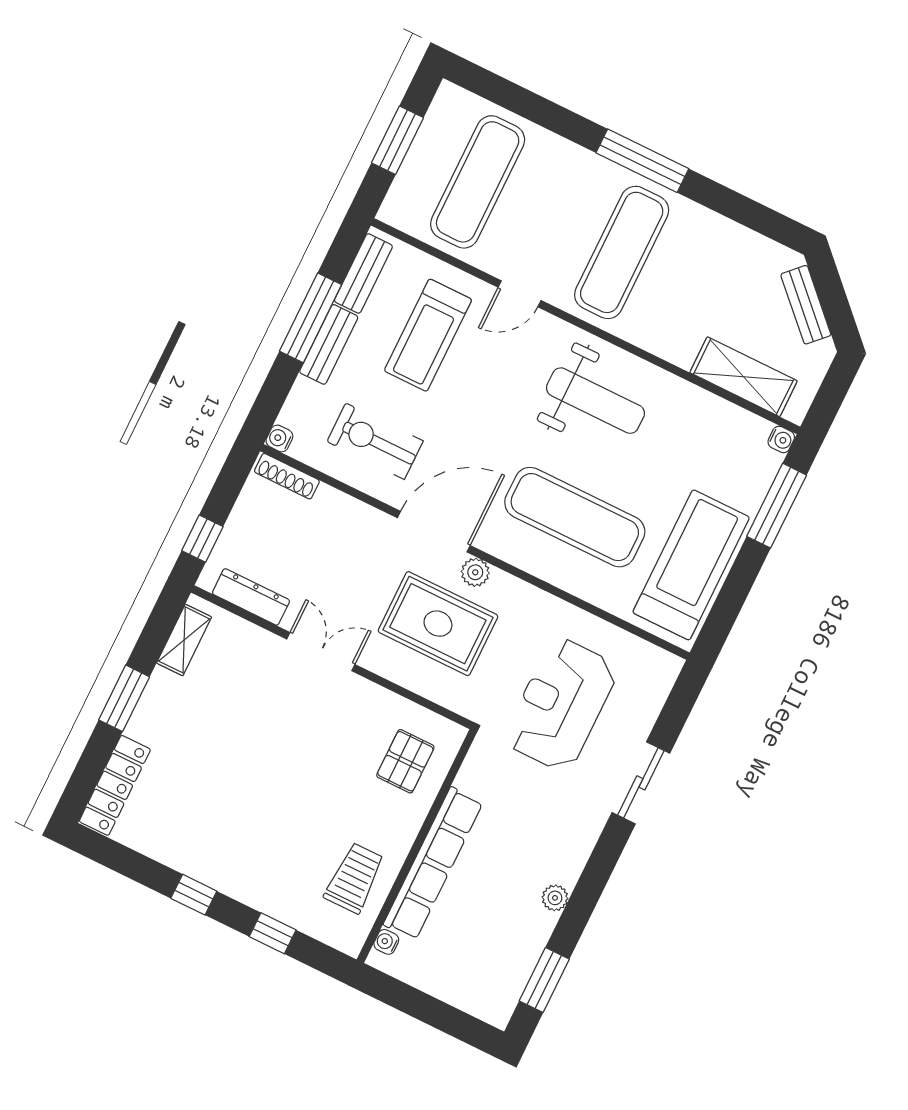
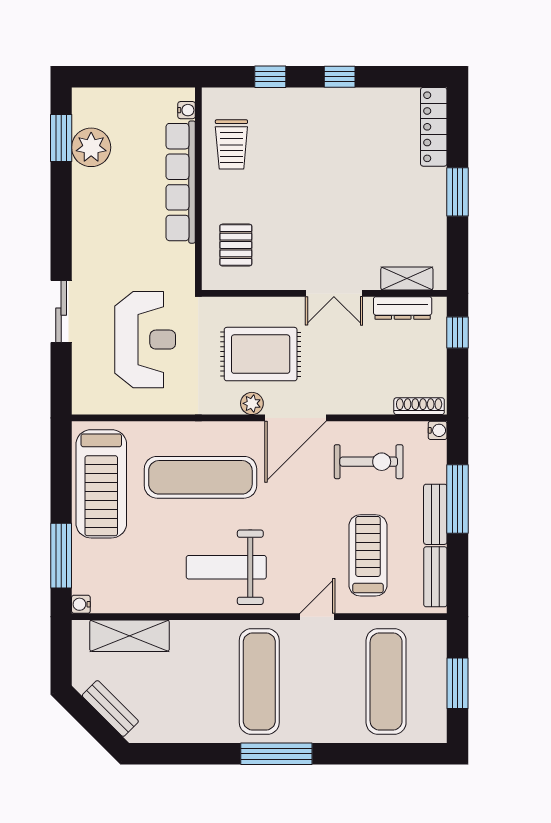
window: (310, 318) -> (457, 499), moved
shelving: (184, 640) -> (407, 279), moved, turned 90
plant: (555, 898) -> (91, 147), moved, width x1.87, depth x1.87

